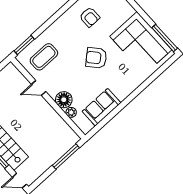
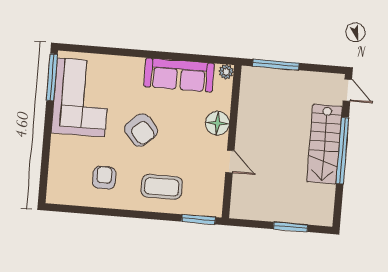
coffee table: (44, 57) -> (162, 187), moved
sofa: (101, 107) -> (179, 75), width x1.36
plant: (71, 112) -> (226, 72), moved

